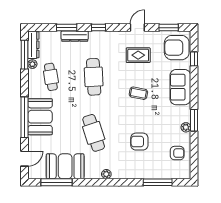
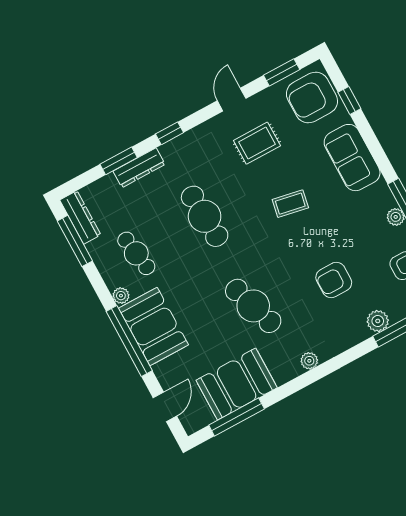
plant: (32, 64) -> (121, 296), moved
plant: (150, 173) -> (378, 321), added

